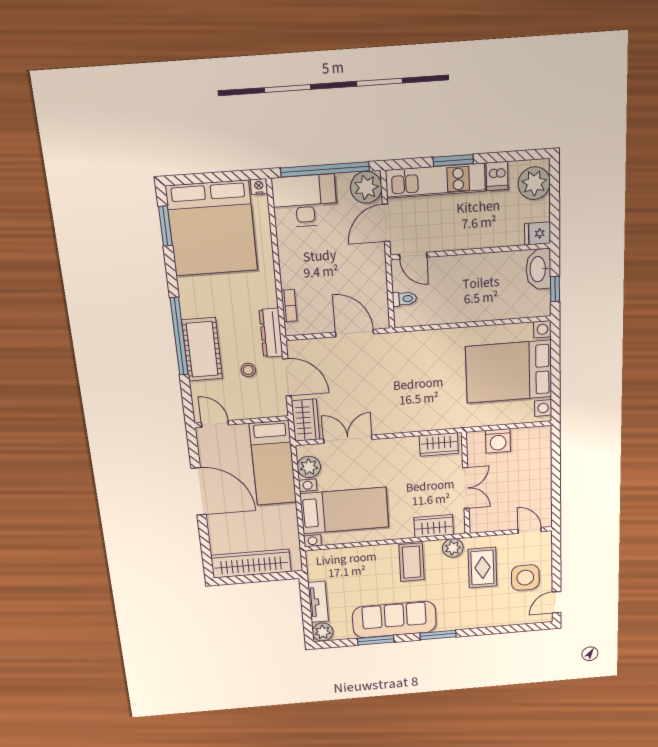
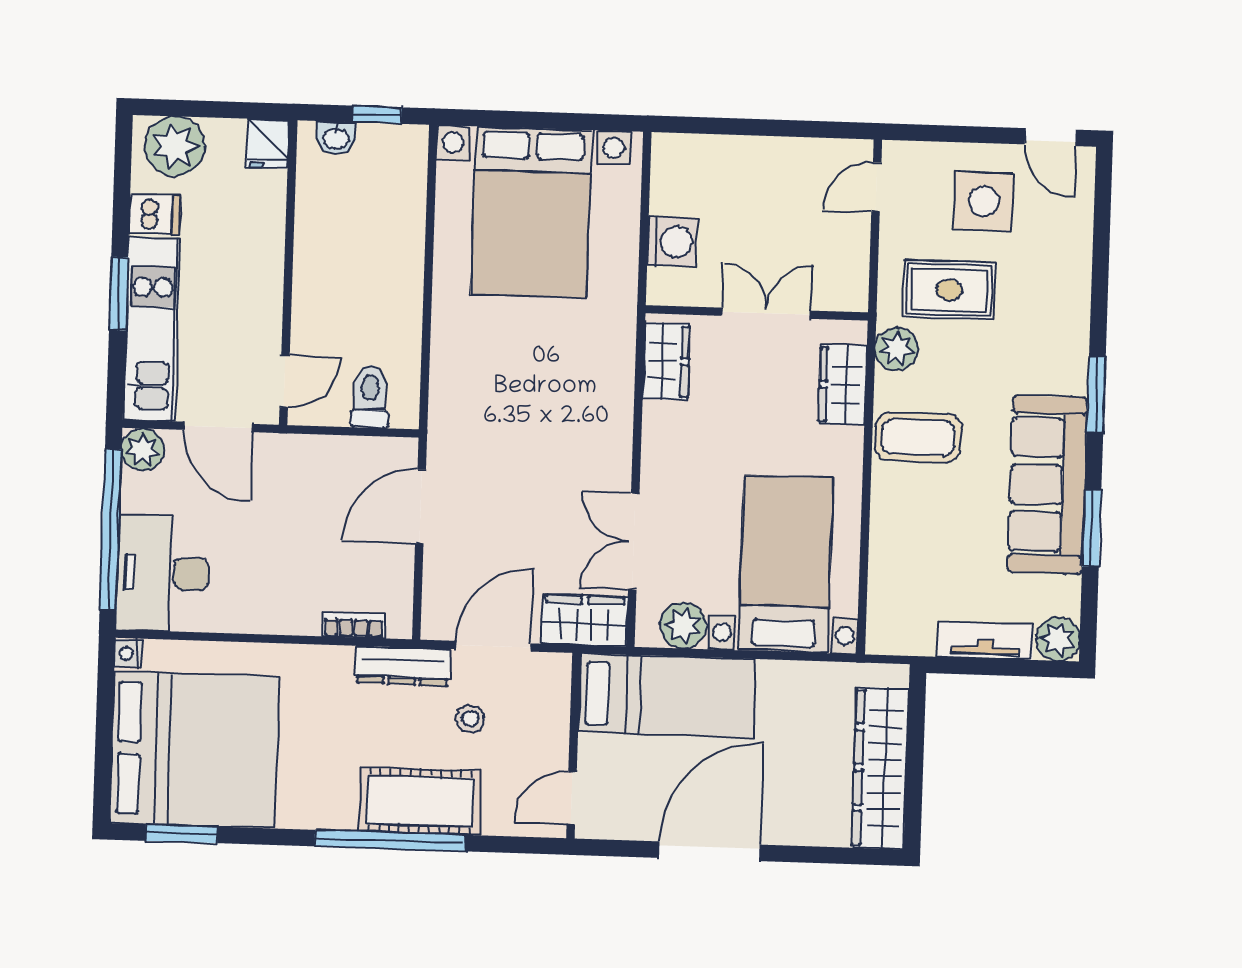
plant: (366, 187) -> (143, 450), width x0.73, depth x0.73
washbasin: (539, 269) -> (336, 138), width x0.52, depth x0.69
toilet: (404, 299) -> (370, 396), width x1.37, depth x1.39

